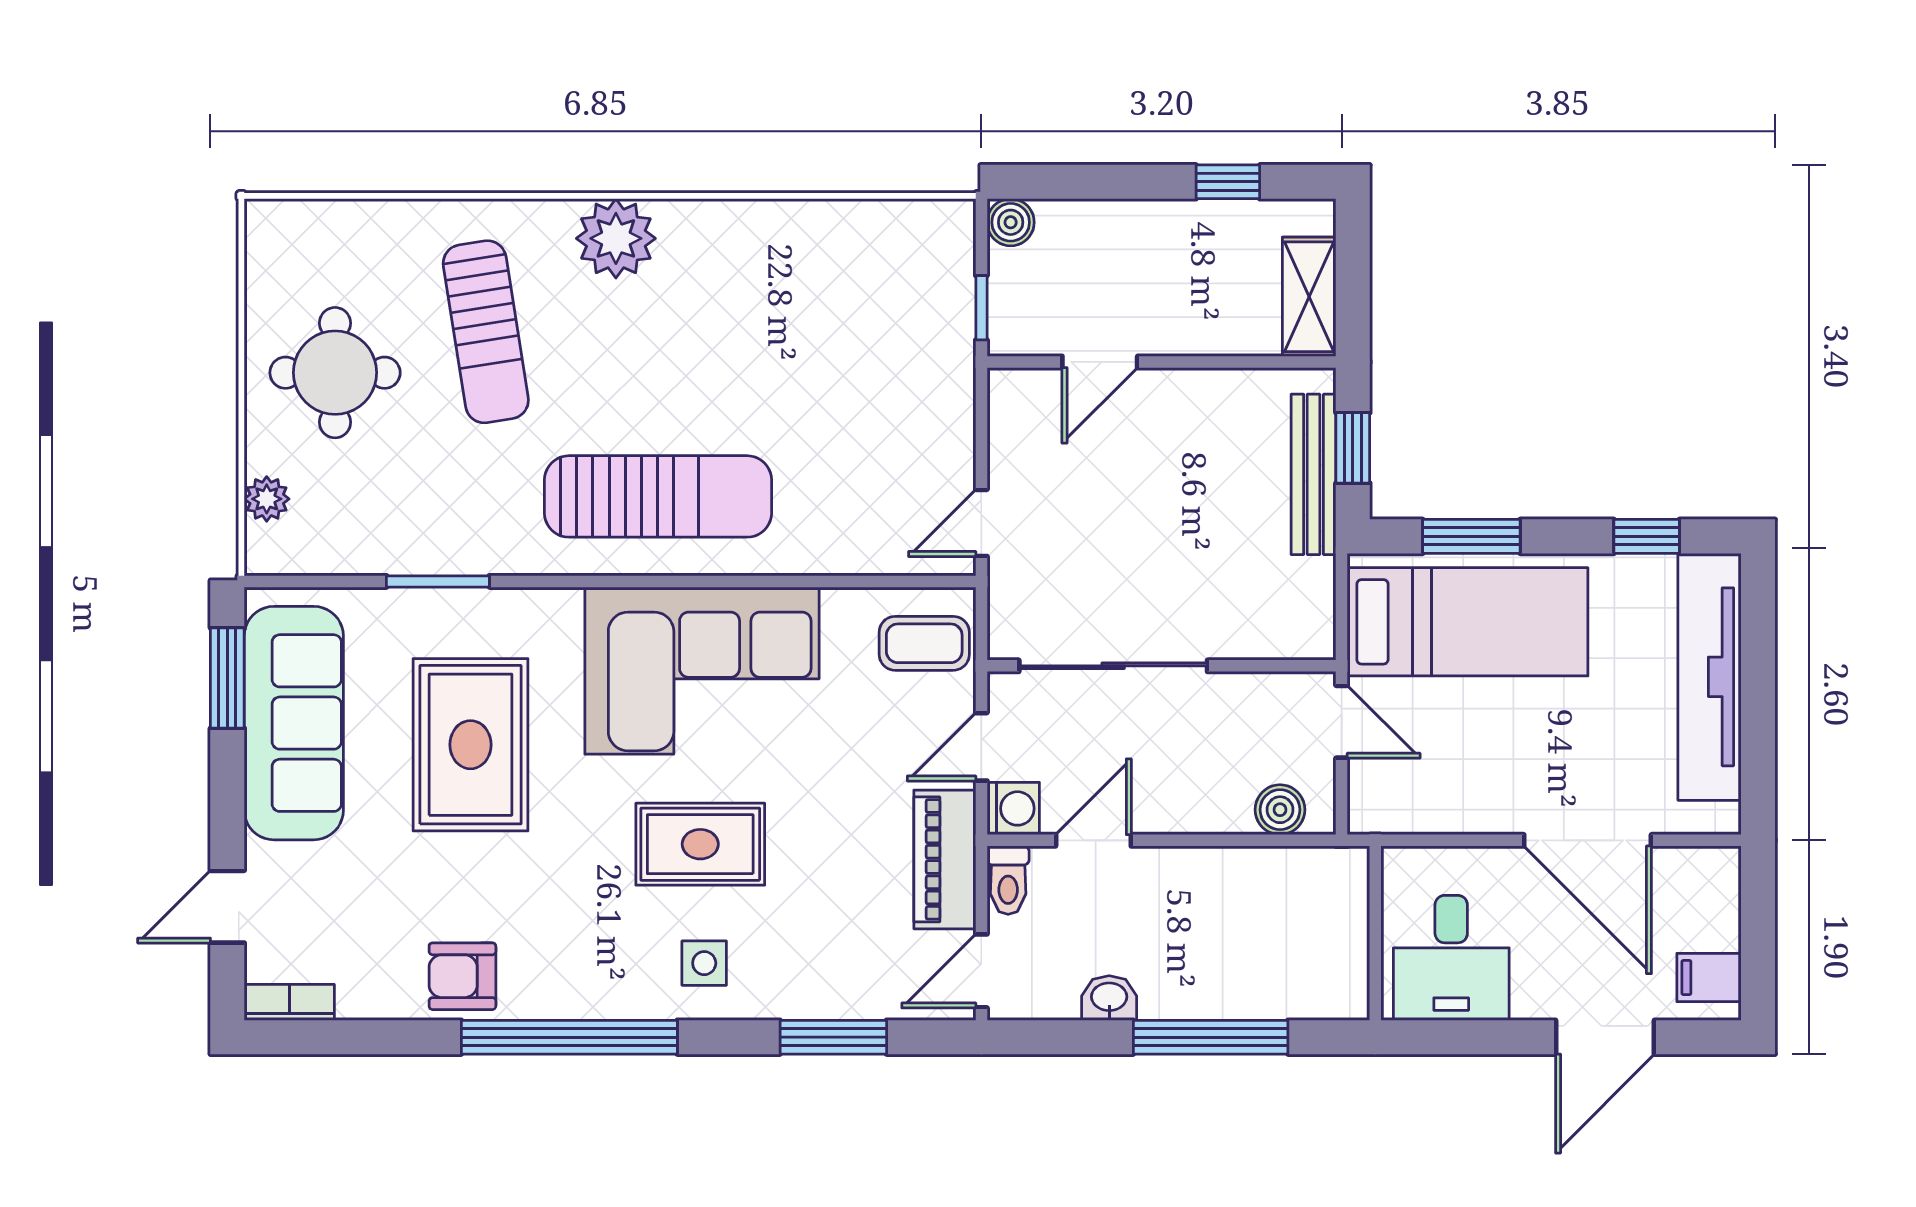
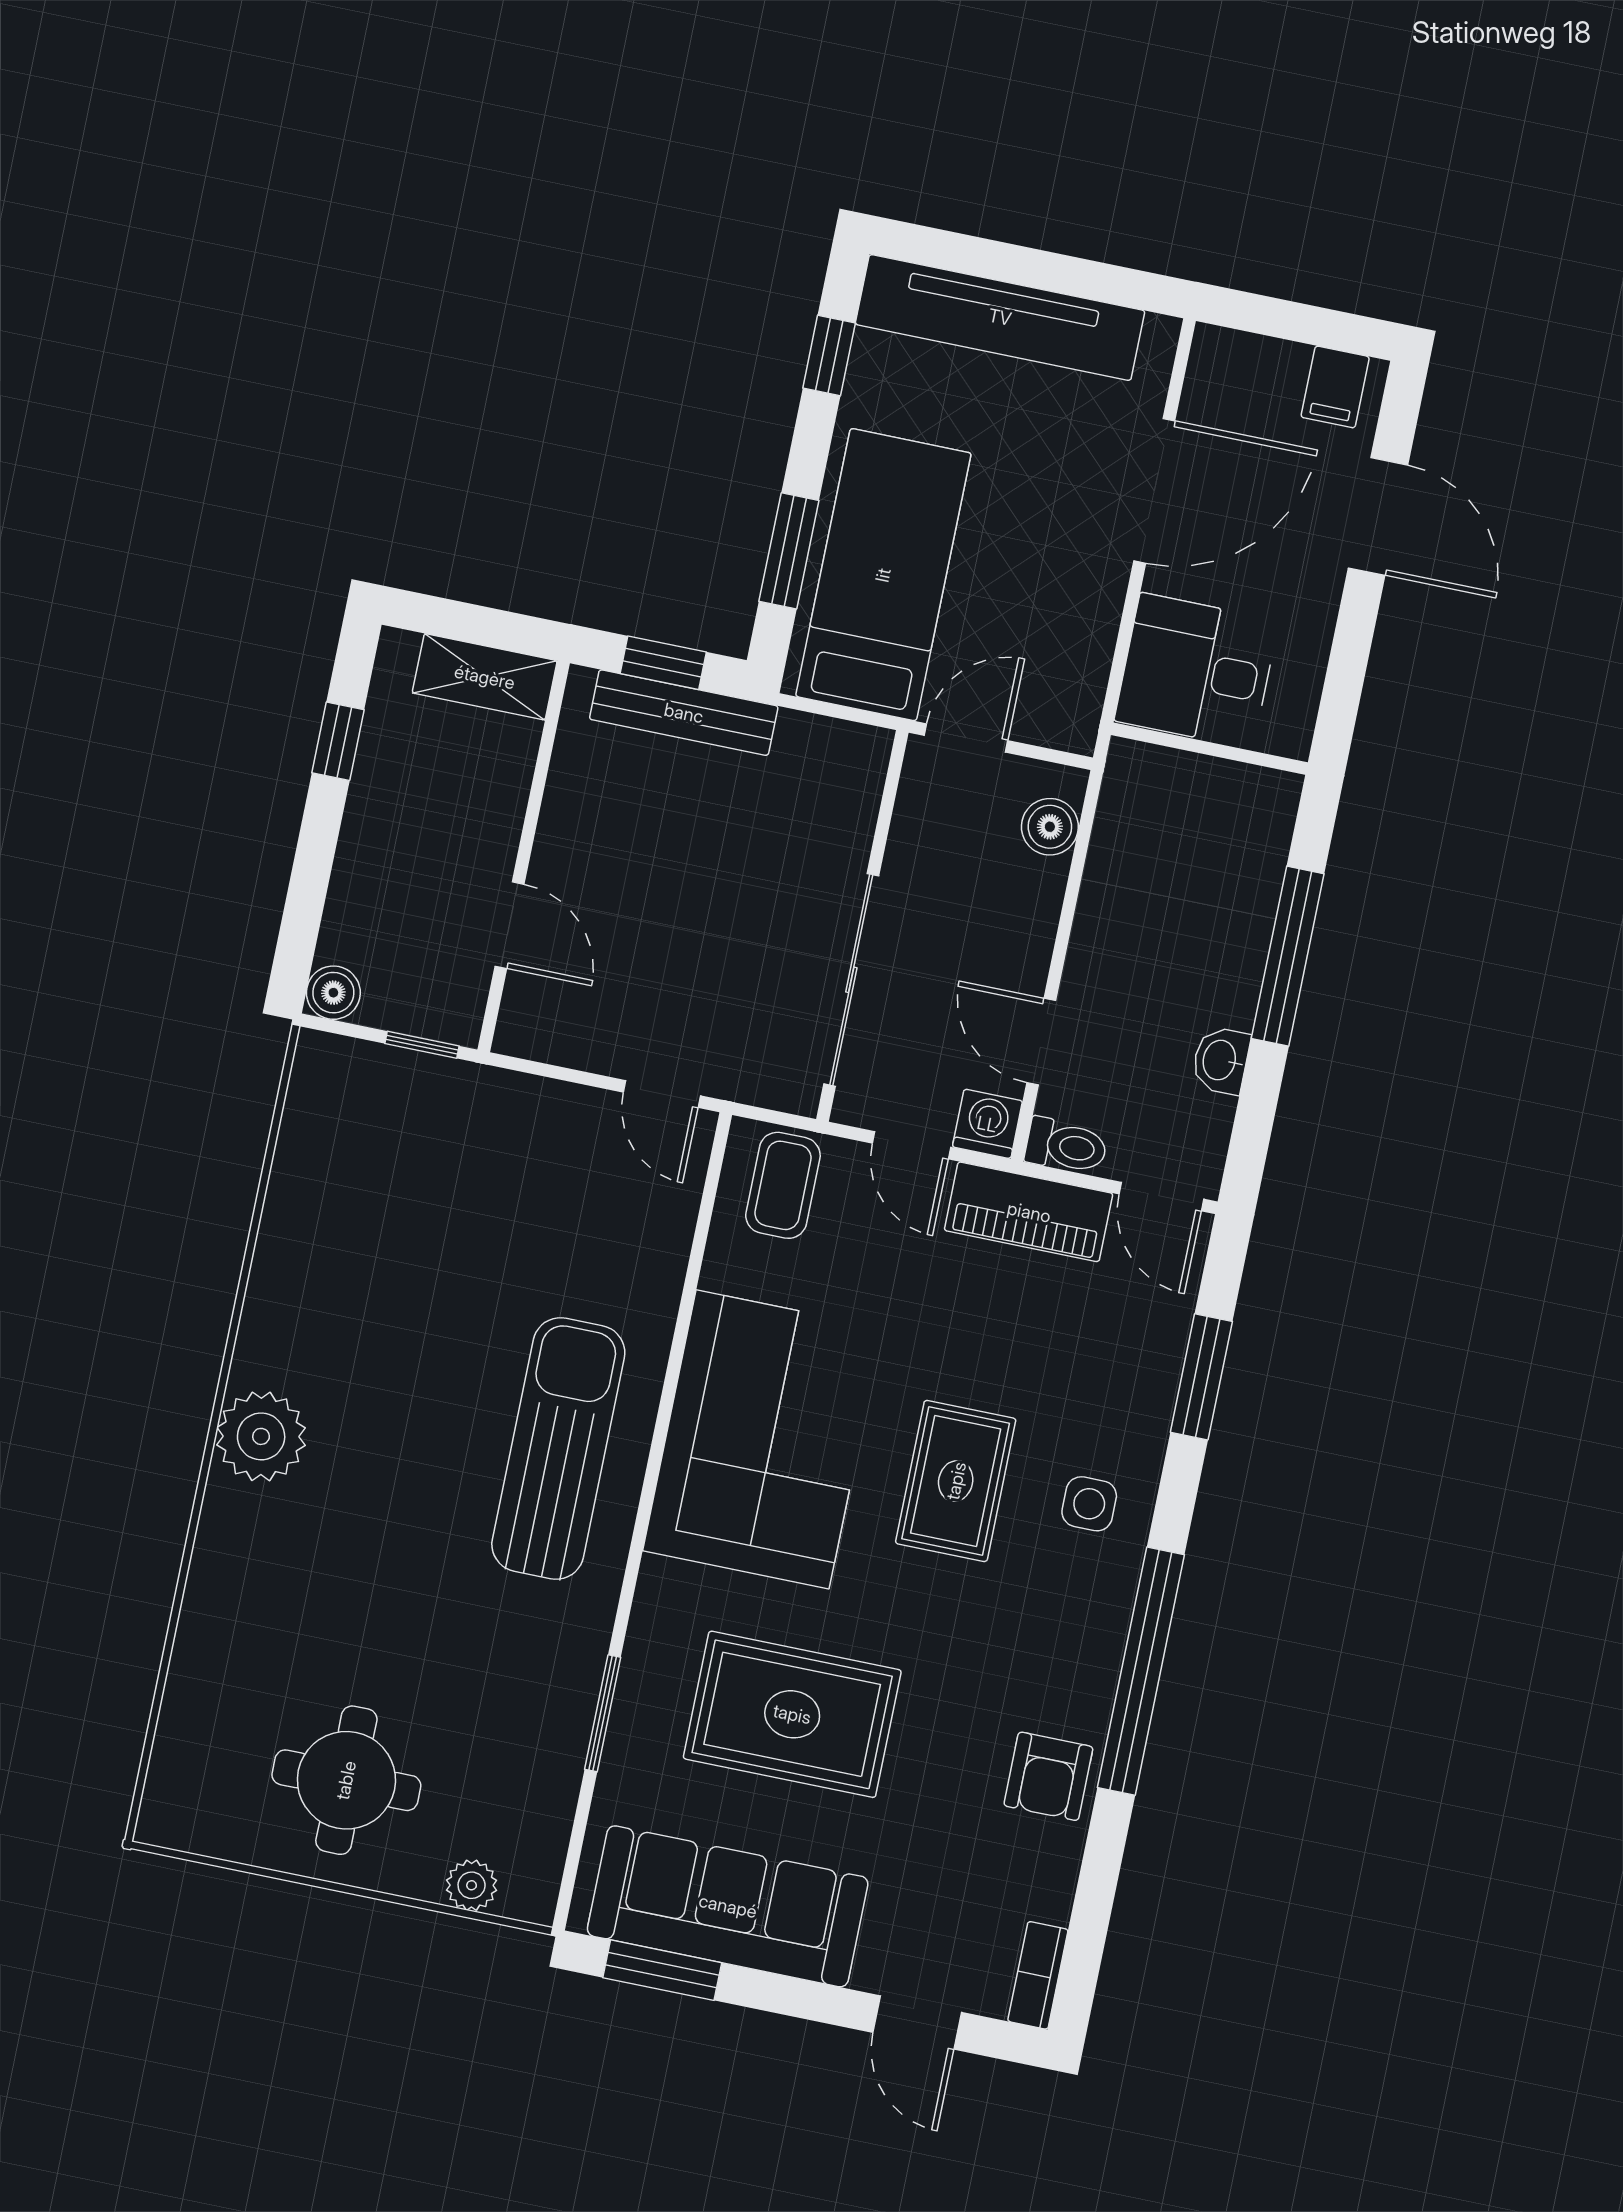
sun lounger: (486, 332) -> (335, 1603), removed
desk: (1451, 958) -> (1197, 671), moved, turned 180

